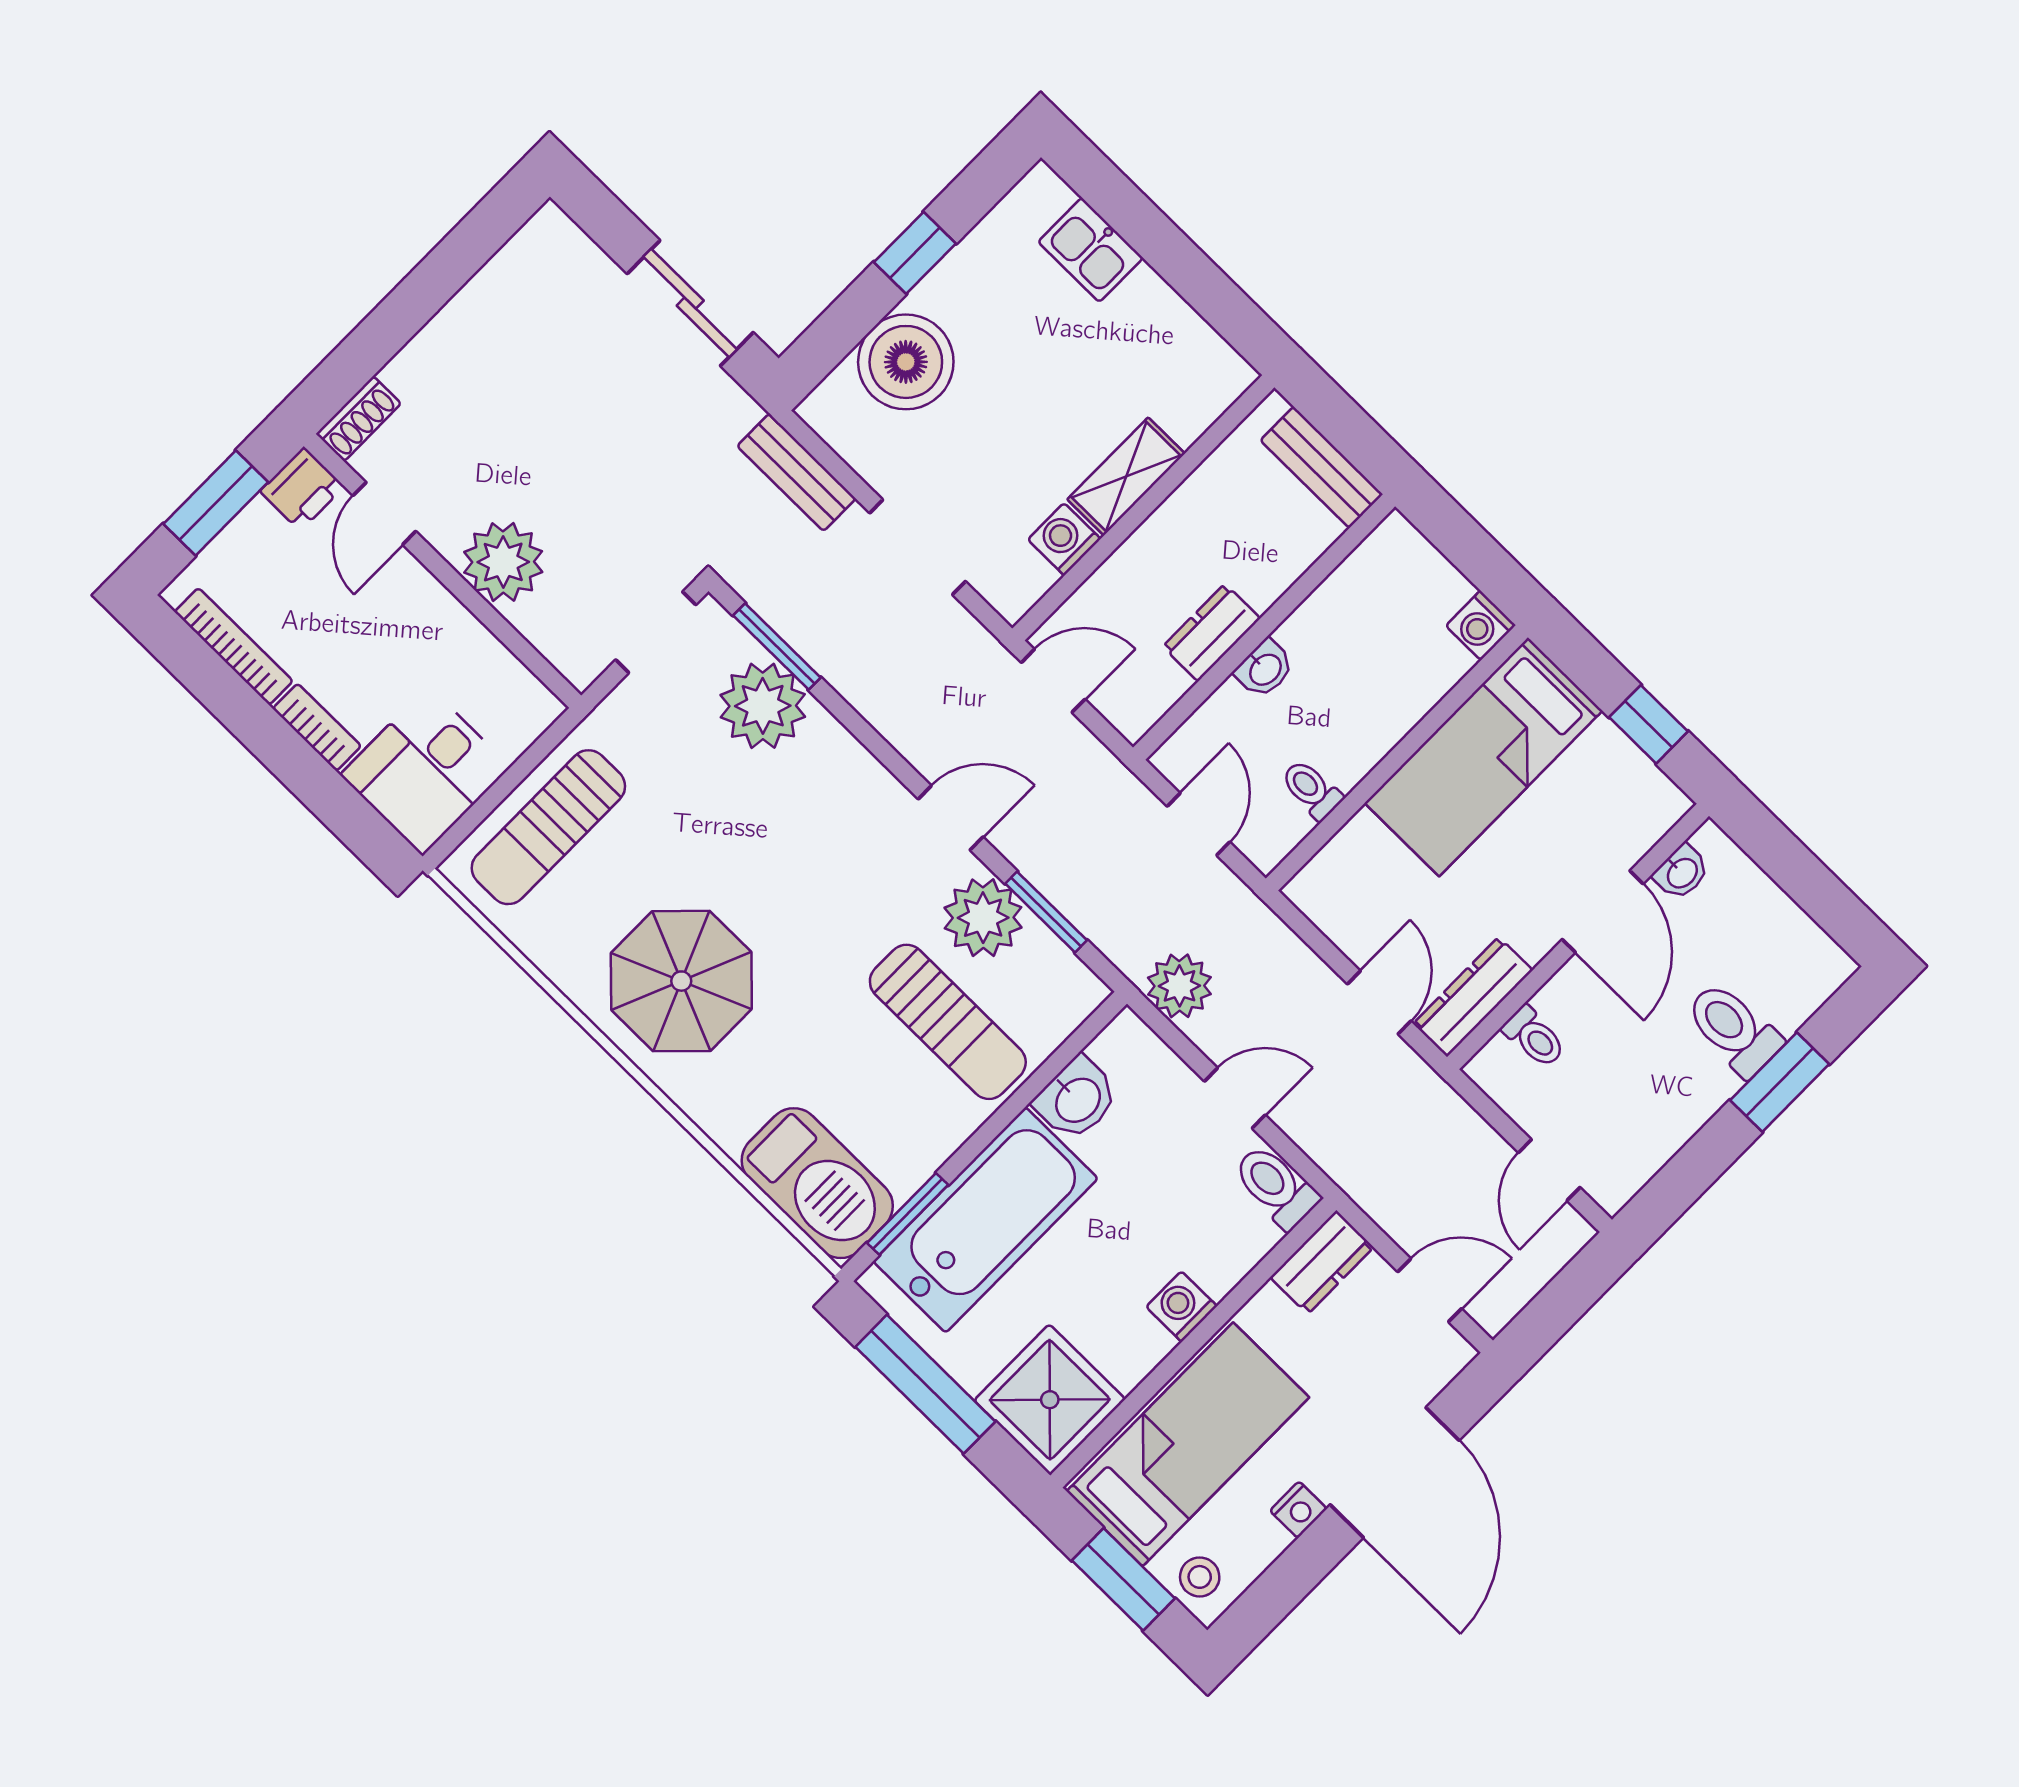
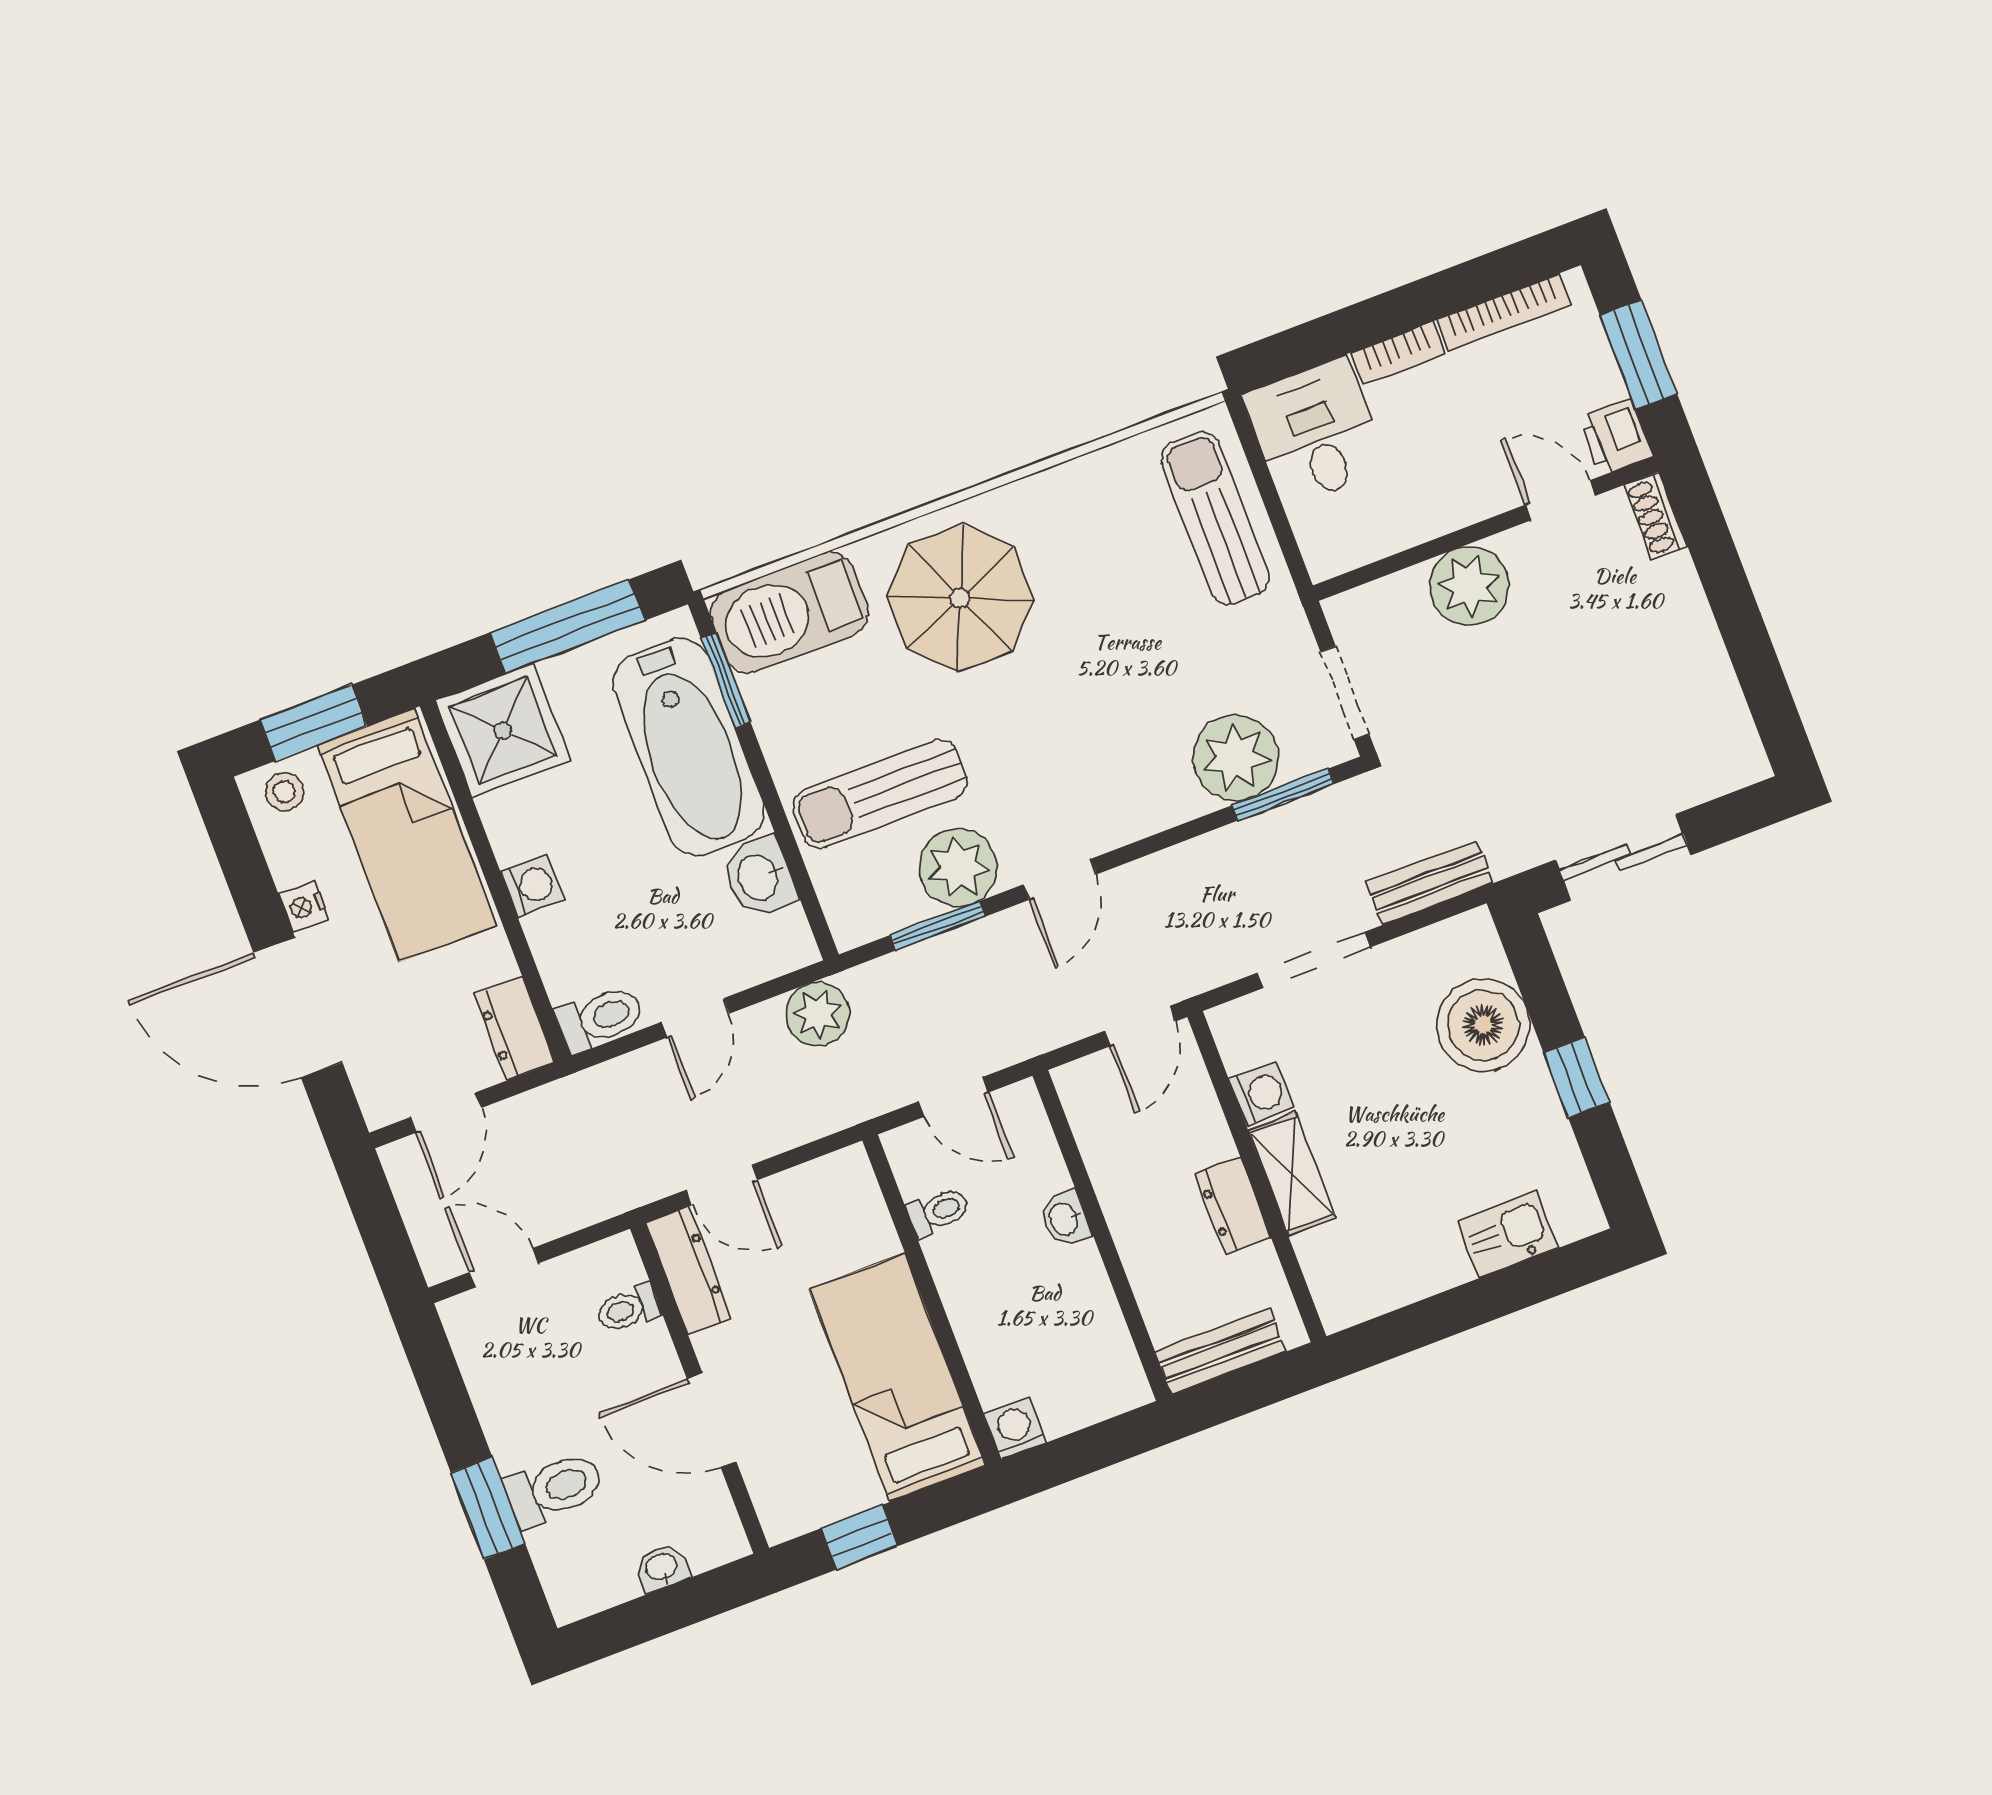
dresser: (1212, 633) -> (1233, 1206), moved, turned 180
washbasin: (1682, 872) -> (662, 1568), moved, turned 90
parasol: (681, 981) -> (960, 598), moved

